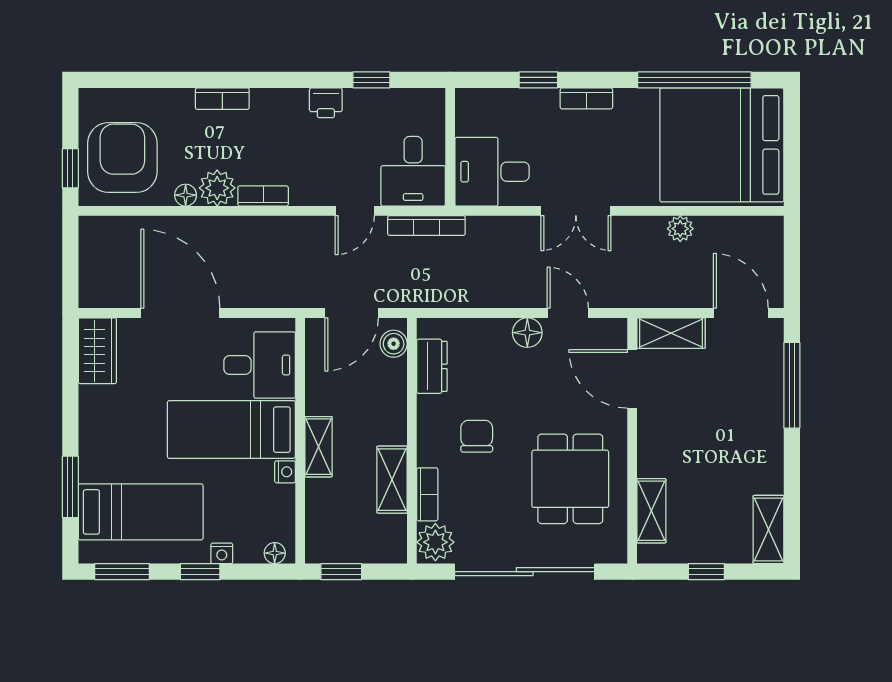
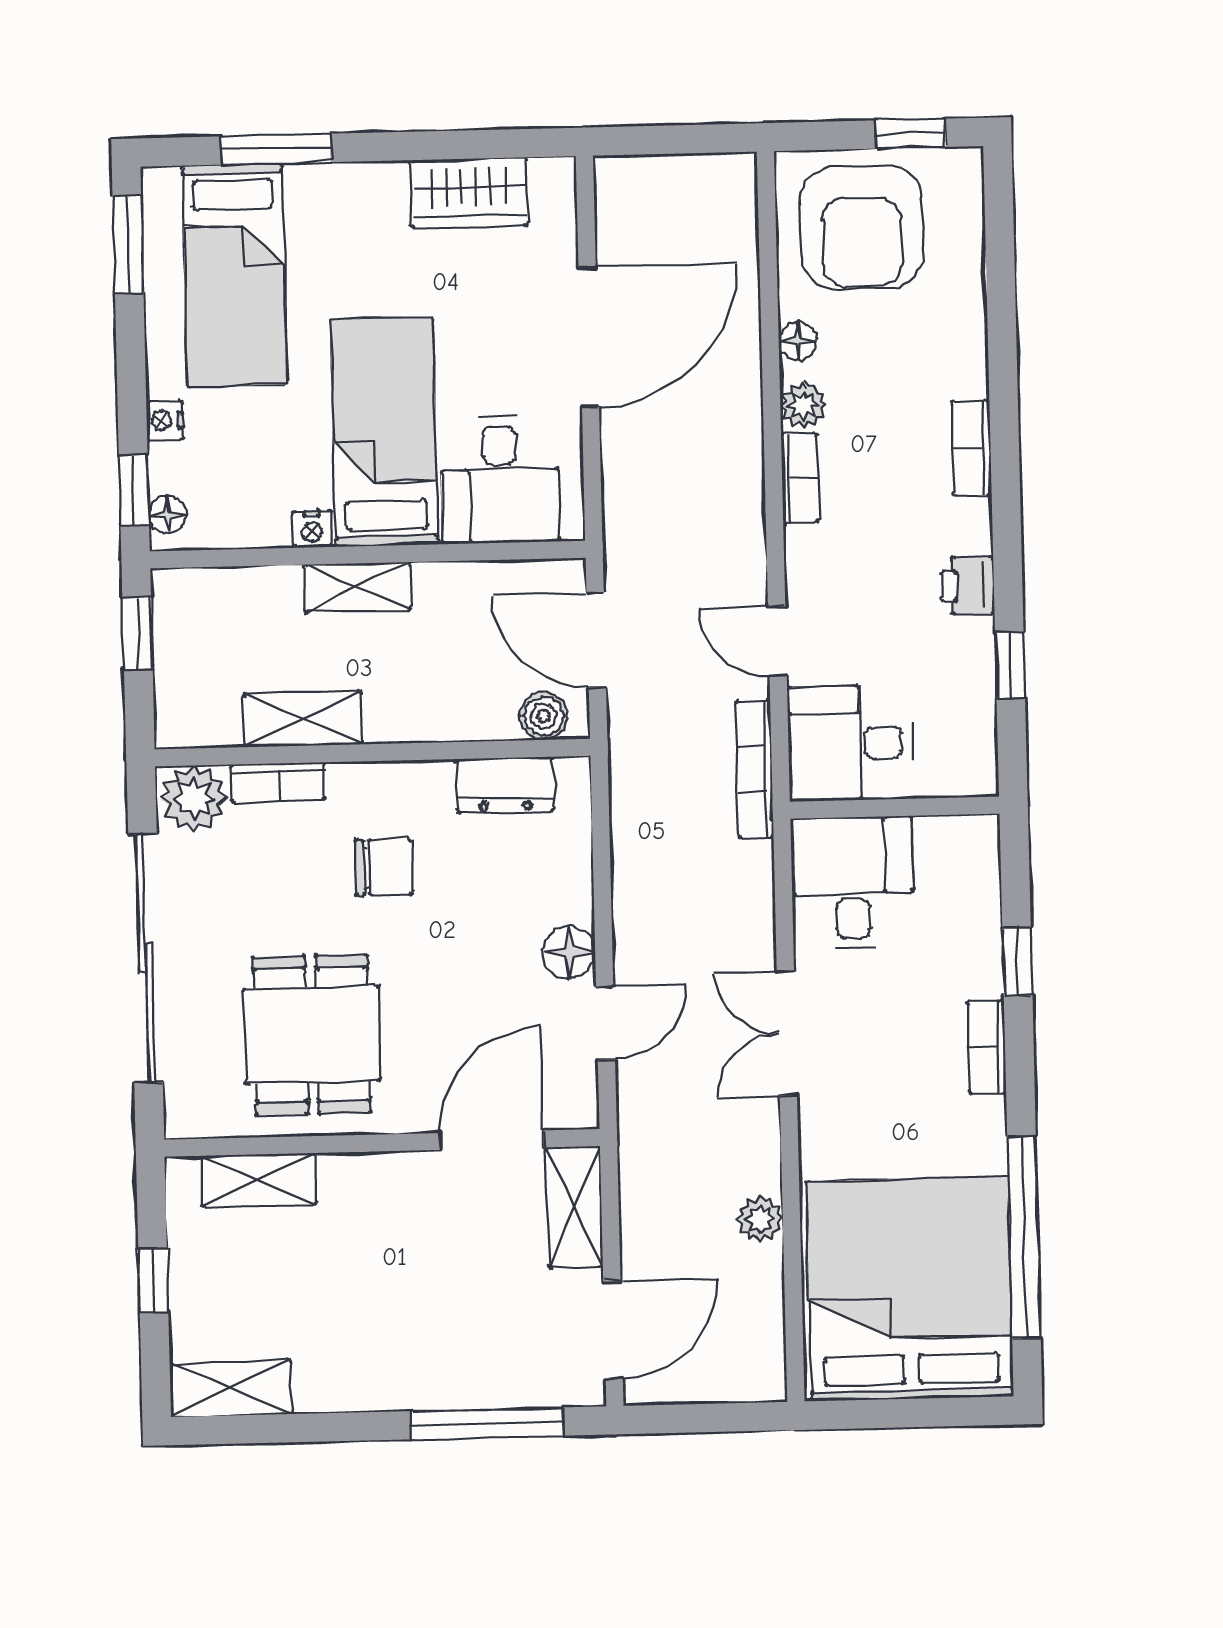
bookcase: (222, 99) -> (972, 448), moved
armchair: (122, 157) -> (862, 227), turned 90
window: (70, 168) -> (911, 134), moved
plant: (217, 188) -> (803, 405), width x0.73, depth x0.73
wardrobe: (97, 351) -> (469, 193), moved
dining table: (570, 479) -> (312, 1035), turned 90
window: (200, 572) -> (134, 490), moved

